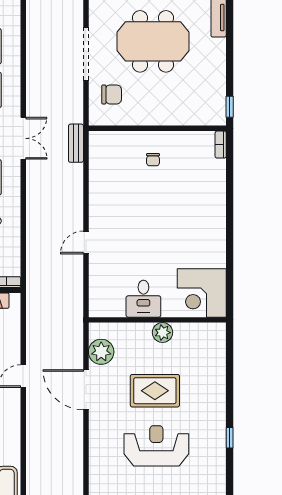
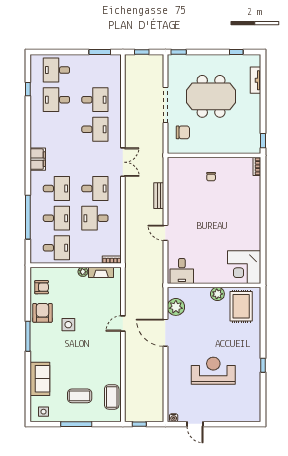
bench: (76, 143) -> (159, 196), moved
door: (86, 243) -> (165, 233), hinge flipped
desk: (143, 299) -> (182, 271), moved
rug: (155, 391) -> (241, 306), moved, turned 90

